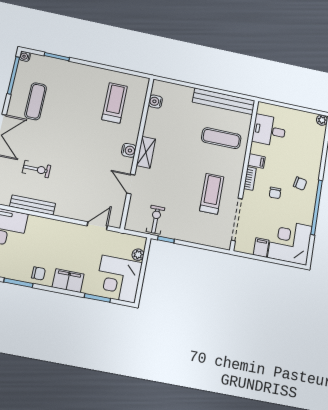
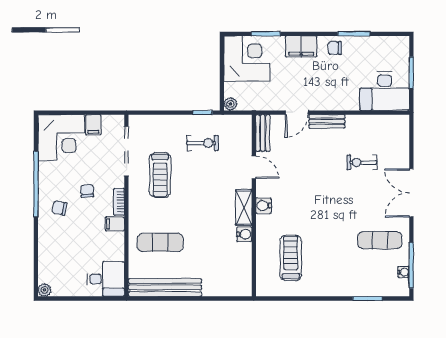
water cooler: (25, 56) -> (404, 272), moved
exercise mat: (36, 101) -> (380, 240), turned 90
water cooler: (155, 102) -> (244, 234), moved
treadmill: (115, 103) -> (291, 258), turned 180
desk: (269, 131) -> (106, 279), moved
bench: (33, 205) -> (327, 121), moved, width x0.73
bench: (117, 212) -> (263, 133), added
exercise bike: (156, 220) -> (203, 143), moved, turned -90
door: (97, 226) -> (297, 113), moved
plant: (138, 255) -> (231, 104), moved

